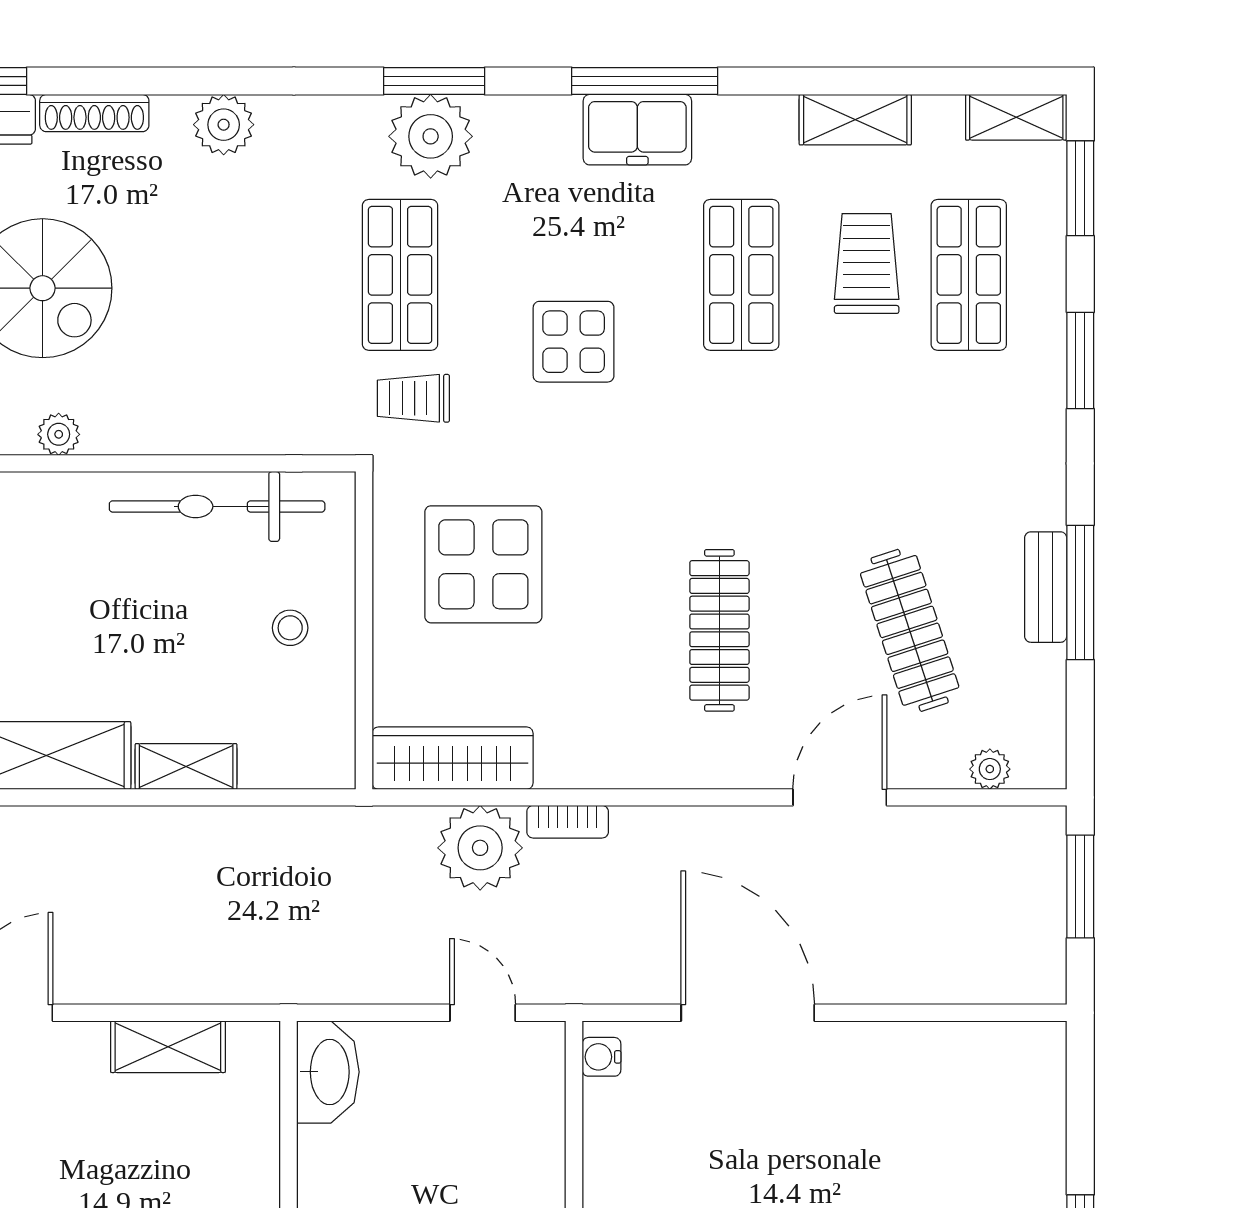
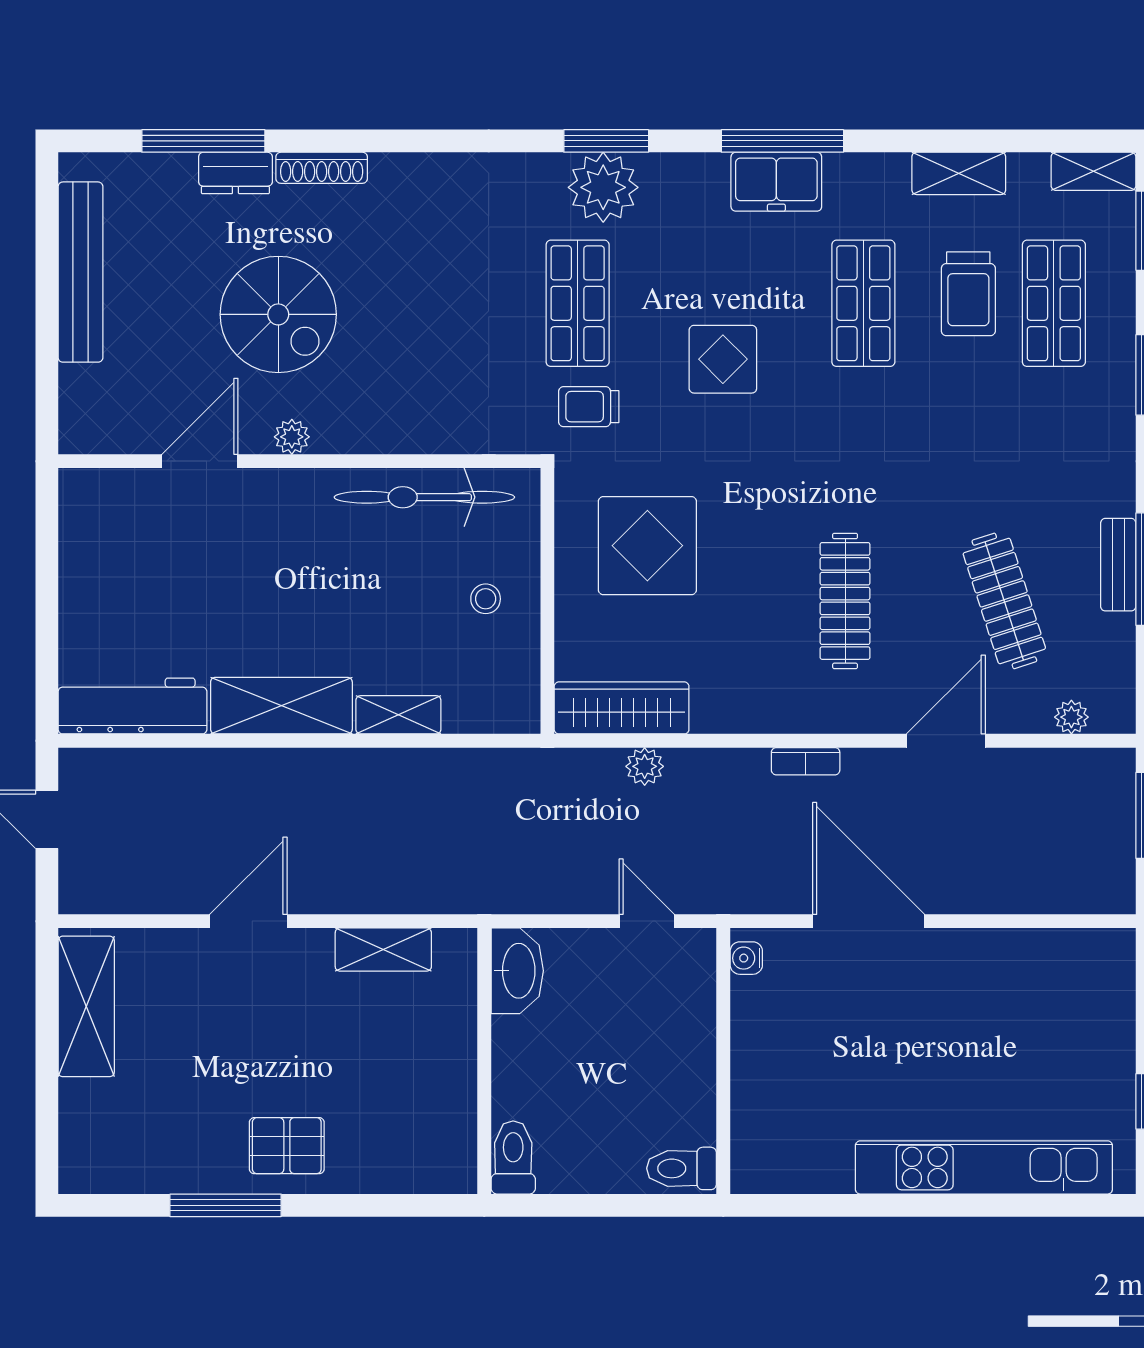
plant: (224, 125) -> (430, 178), removed
trolley: (867, 264) -> (968, 294), turned 180
bookcase: (568, 822) -> (806, 761), moved
plant: (480, 848) -> (645, 766), width x0.53, depth x0.53

